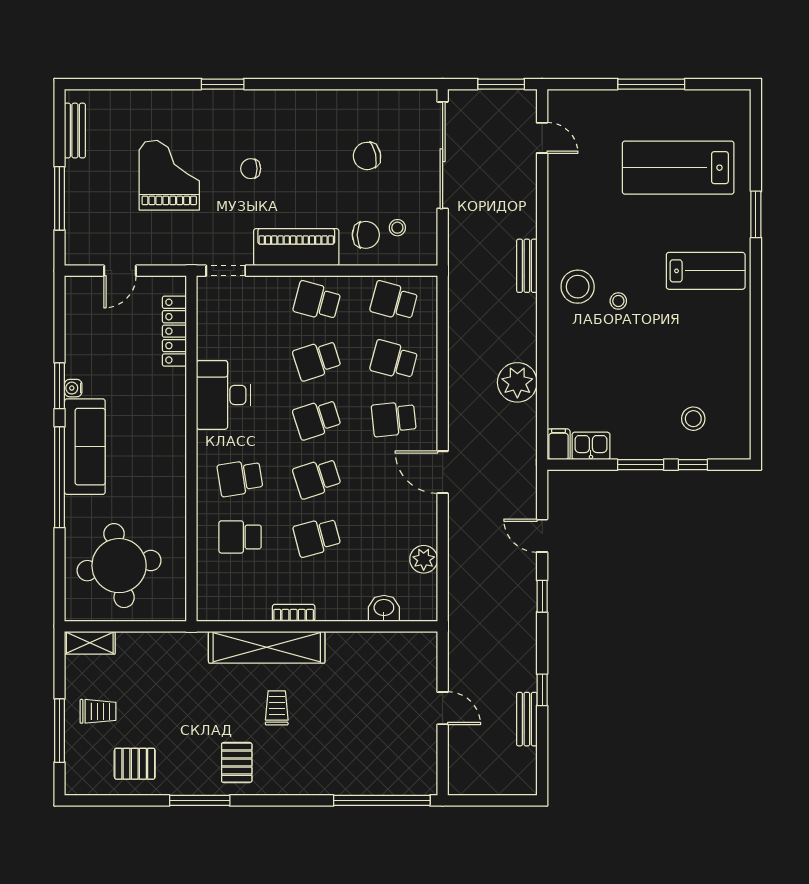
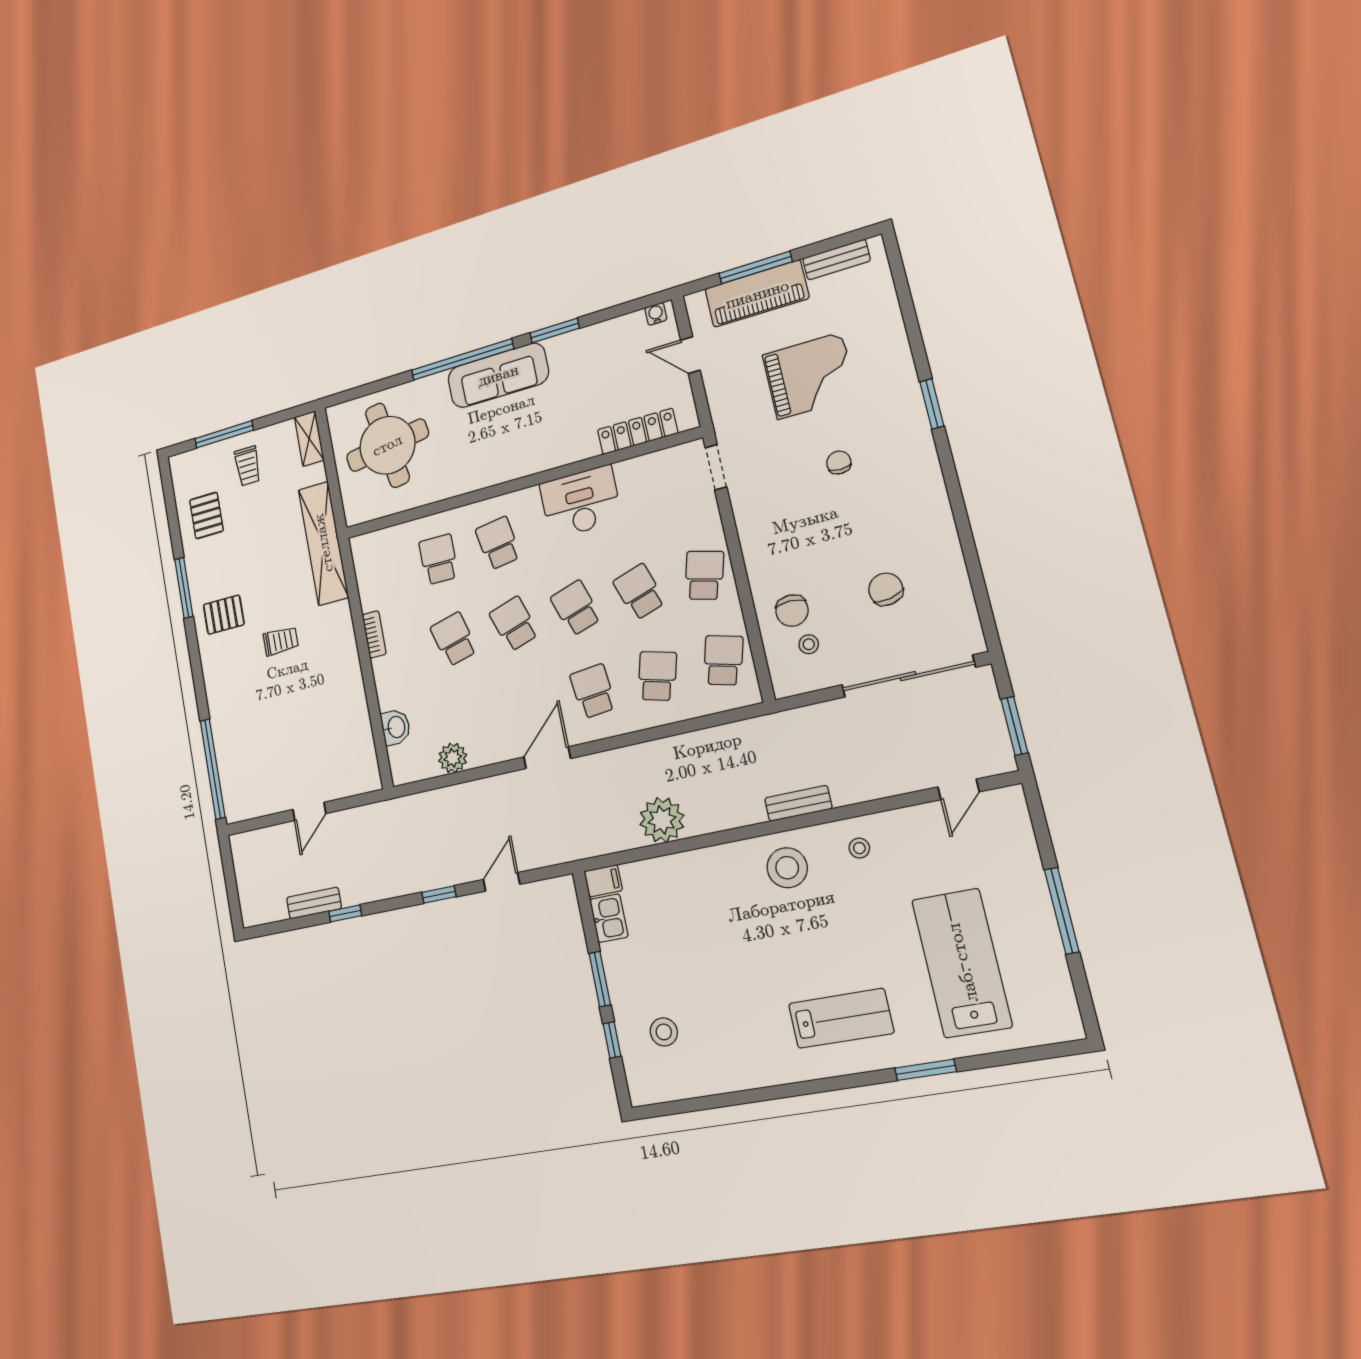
piano: (296, 247) -> (757, 294), moved, turned 90
lab bench: (706, 271) -> (841, 1018), turned -90
stool: (618, 301) -> (859, 848), moved
water cooler: (73, 388) -> (656, 314), moved
shelving: (267, 647) -> (323, 543), moved

